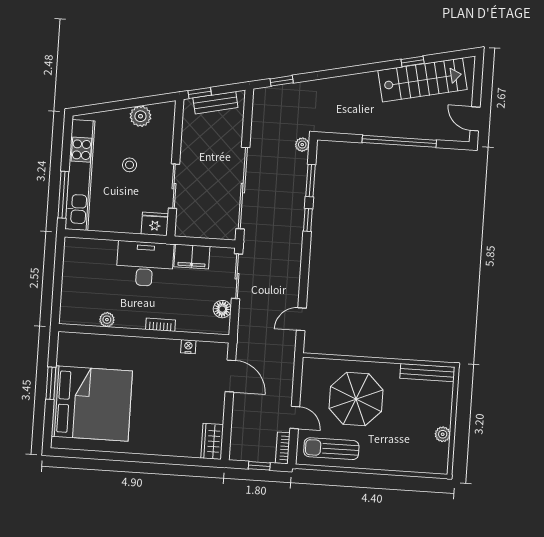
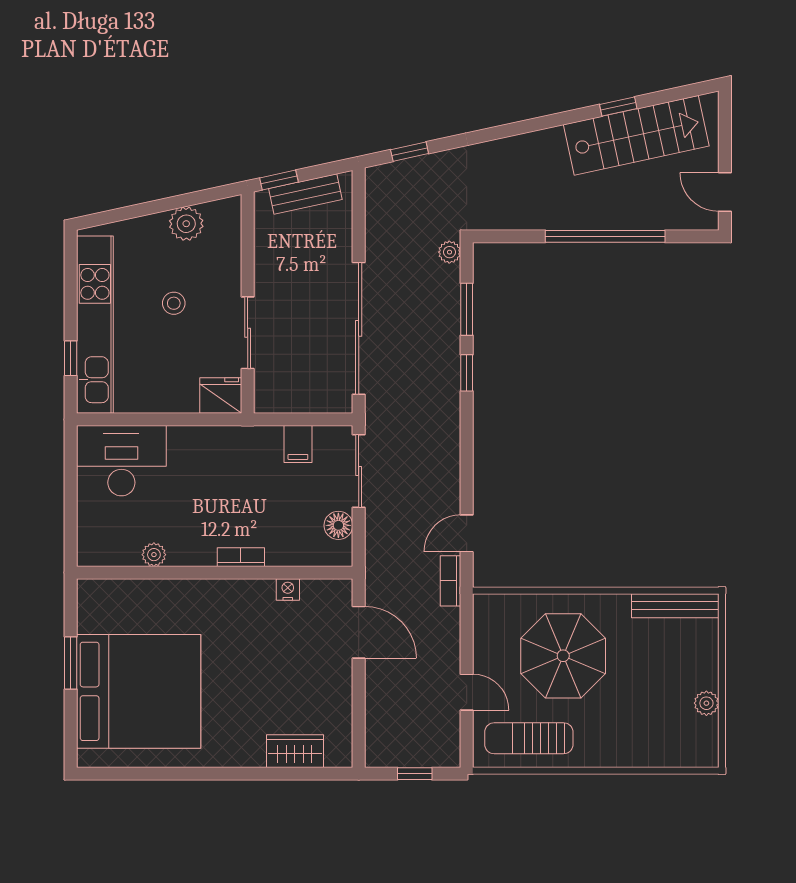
window: (63, 195) -> (71, 358), width x0.46
filing cabinet: (192, 257) -> (298, 444), width x0.50
desk: (145, 264) -> (121, 461), moved
wardrobe: (212, 441) -> (295, 751), moved, turned 90
bookcase: (283, 448) -> (451, 581), moved

